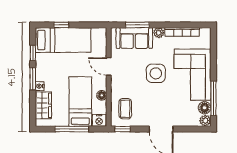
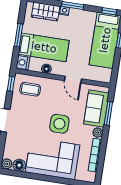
window: (33, 53) -> (109, 11), moved
door: (109, 66) -> (73, 80), swing flipped
window: (213, 98) -> (27, 175), removed
window: (72, 129) -> (19, 35), width x0.69

